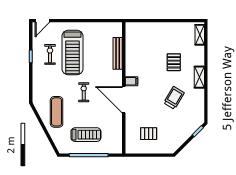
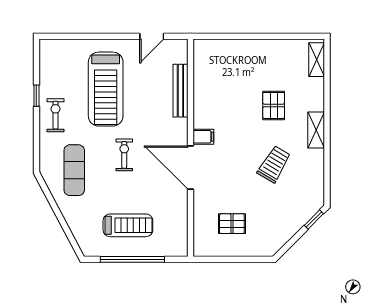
door: (42, 21) -> (152, 36), moved
exercise bike: (50, 54) -> (55, 115), moved
exercise mat: (57, 112) -> (74, 170), moved

